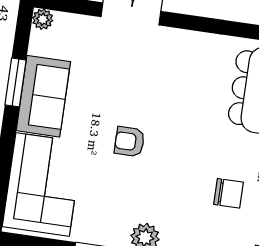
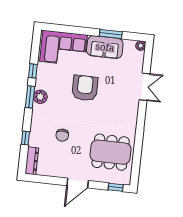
armchair: (129, 142) -> (85, 88), width x1.88, depth x1.88

